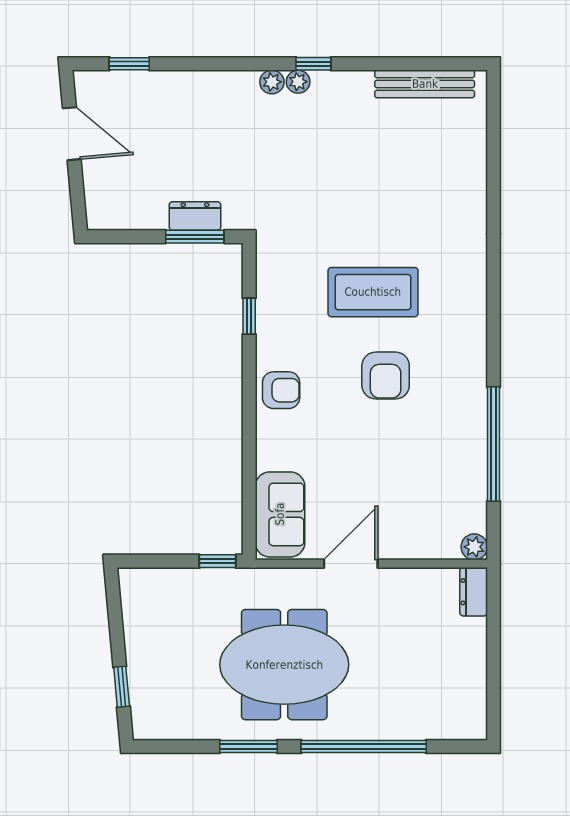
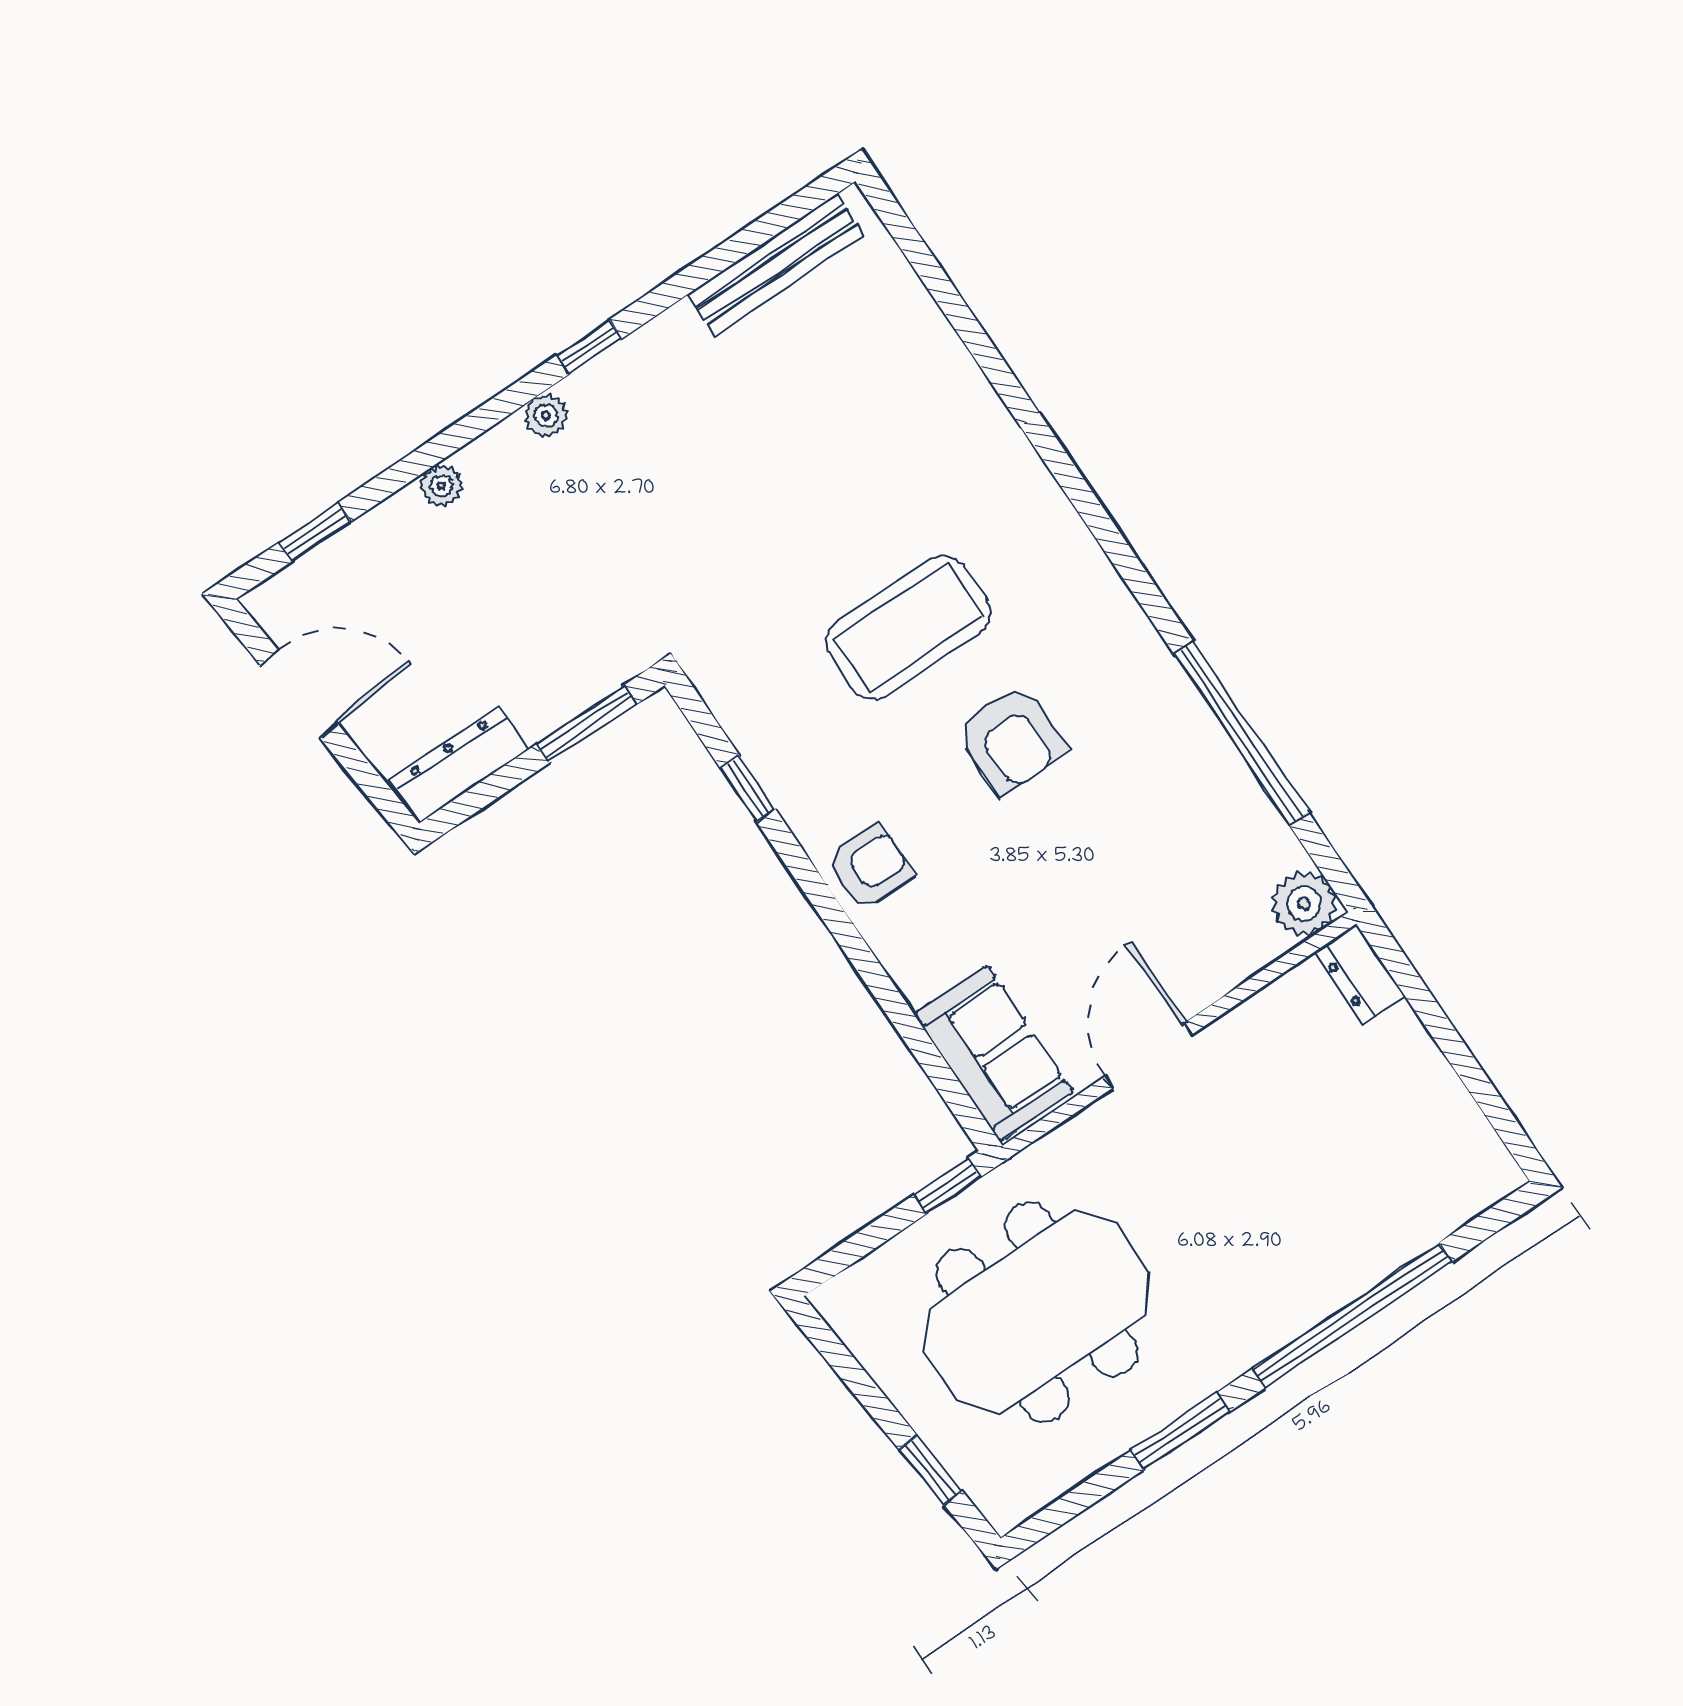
plant: (298, 82) -> (441, 486), moved
dresser: (195, 216) -> (460, 765), moved, width x1.44
plant: (474, 547) -> (1304, 904), width x1.38, depth x1.38
meeting table: (284, 665) -> (1037, 1312), moved

